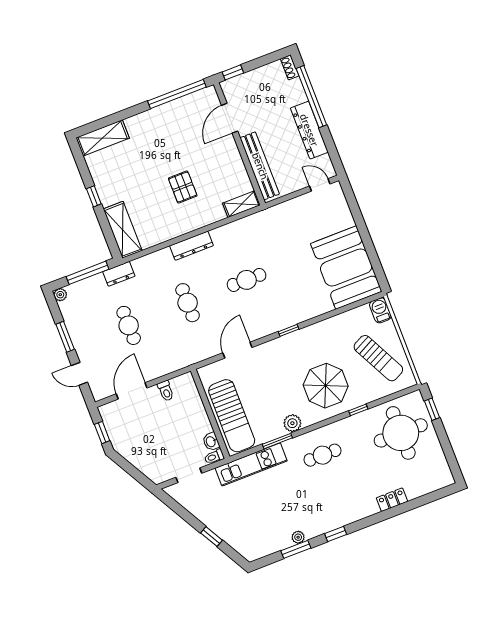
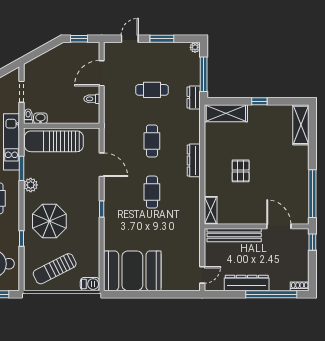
pallet: (183, 187) -> (241, 171), turned 90
cafe table: (188, 303) -> (152, 141), turned 90
door: (132, 391) -> (102, 73), swing flipped

